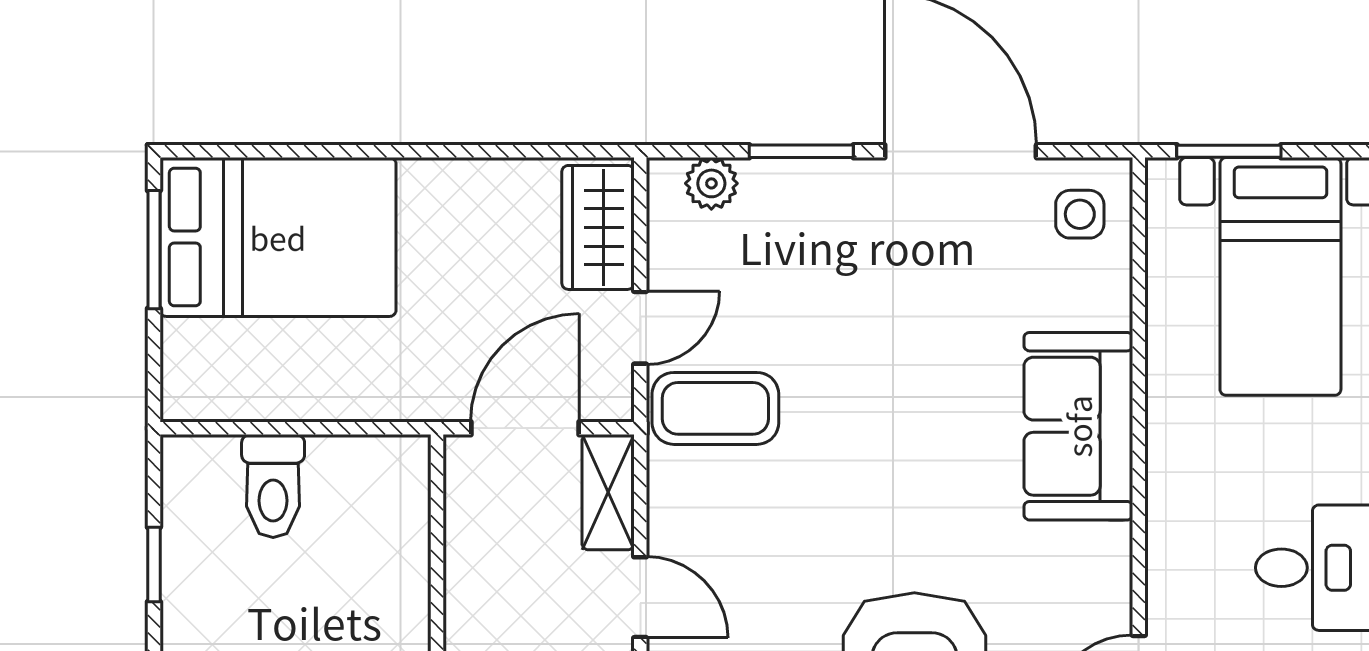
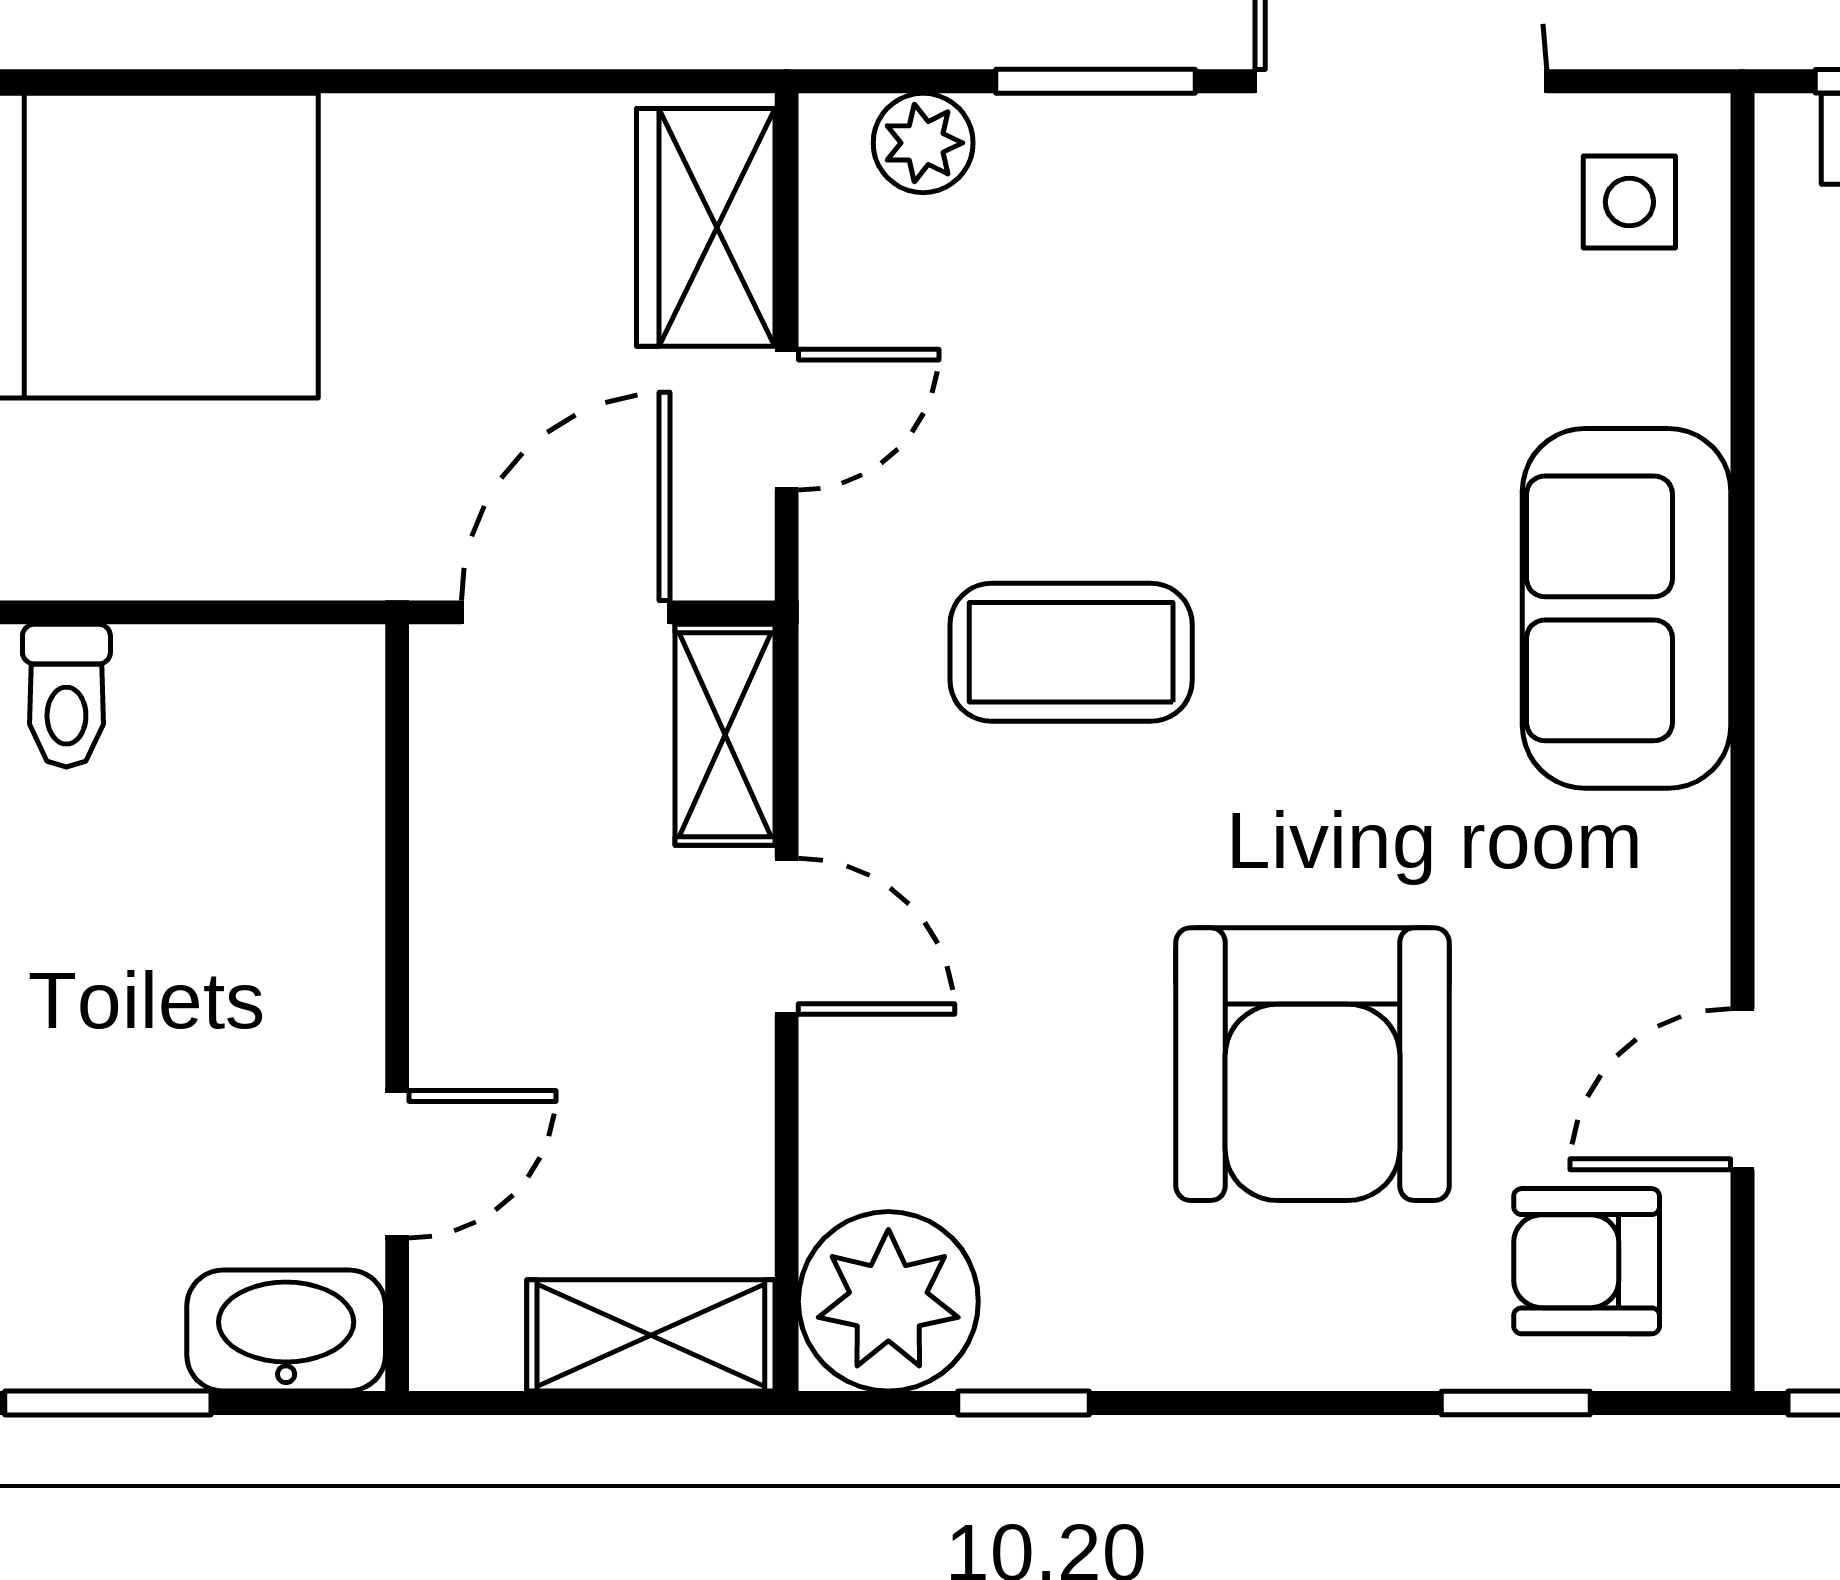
coffee table: (715, 408) -> (1071, 652), moved
toilet: (273, 486) -> (66, 696), width x0.73, depth x0.72

